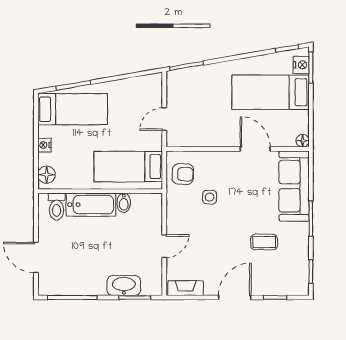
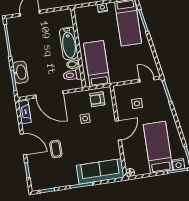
side table: (199, 114) -> (137, 103), added
door: (164, 119) -> (147, 80), moved
door: (255, 149) -> (118, 130), moved
armchair: (183, 174) -> (97, 99), turned 87
floor lamp: (46, 175) -> (84, 12), removed
toilet: (57, 207) -> (72, 75), moved
coffee table: (264, 242) -> (56, 149), moved
door: (164, 246) -> (49, 94), width x1.88

